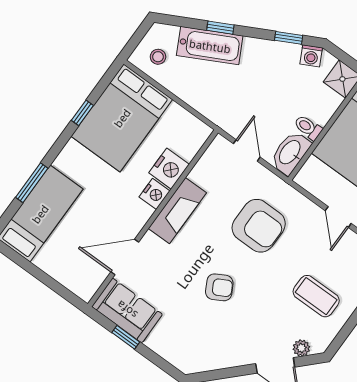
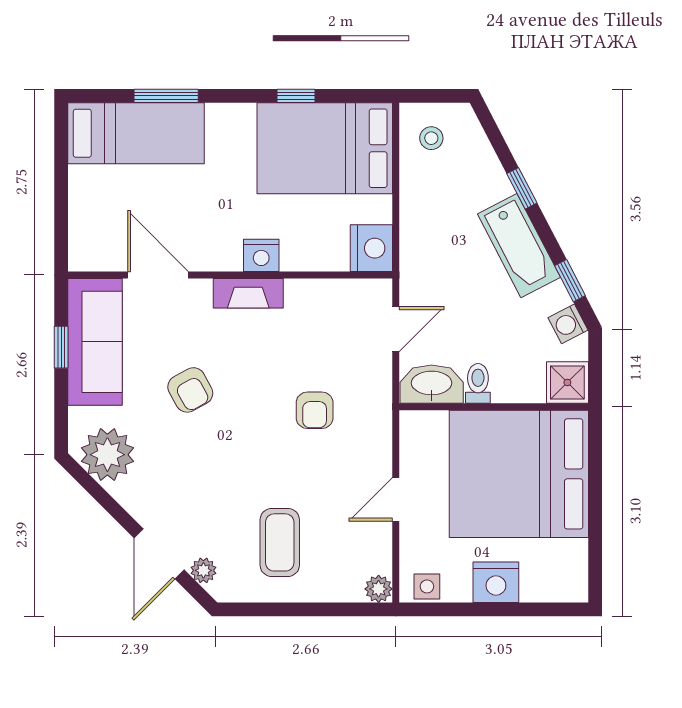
bathtub: (210, 46) -> (519, 246), moved
nightstand: (169, 169) -> (371, 248), moved, turned -90
fireplace: (177, 211) -> (248, 293), width x0.73, depth x0.76
armchair: (259, 226) -> (315, 410), width x0.53, depth x0.53
armchair: (219, 287) -> (190, 390), moved
sofa: (127, 310) -> (95, 342), width x1.36
plant: (202, 354) -> (107, 455), added

